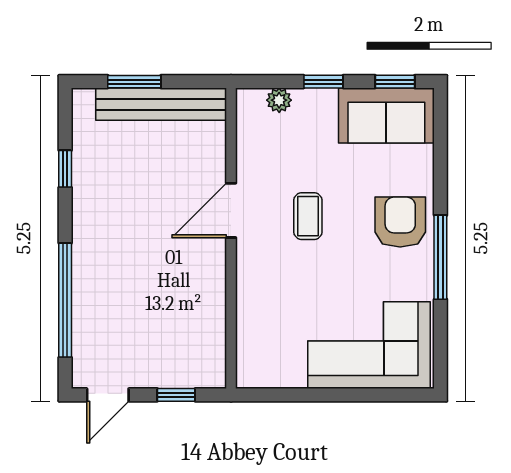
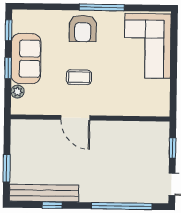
bench: (161, 104) -> (44, 193), moved, turned 90
sofa: (386, 115) -> (26, 59), moved
armchair: (400, 222) -> (83, 28), turned -90

